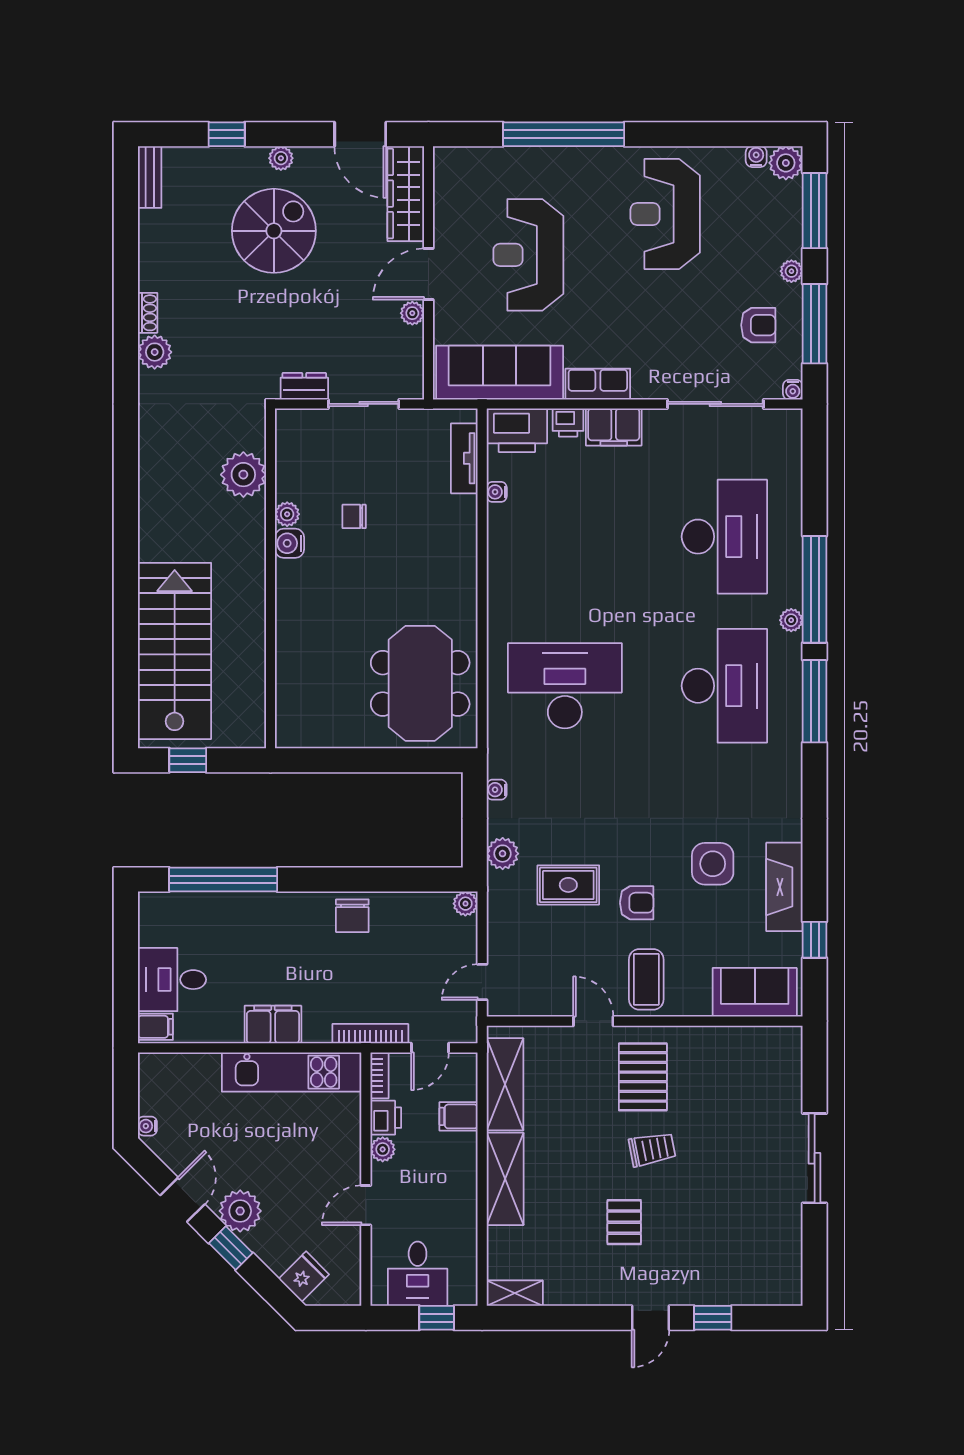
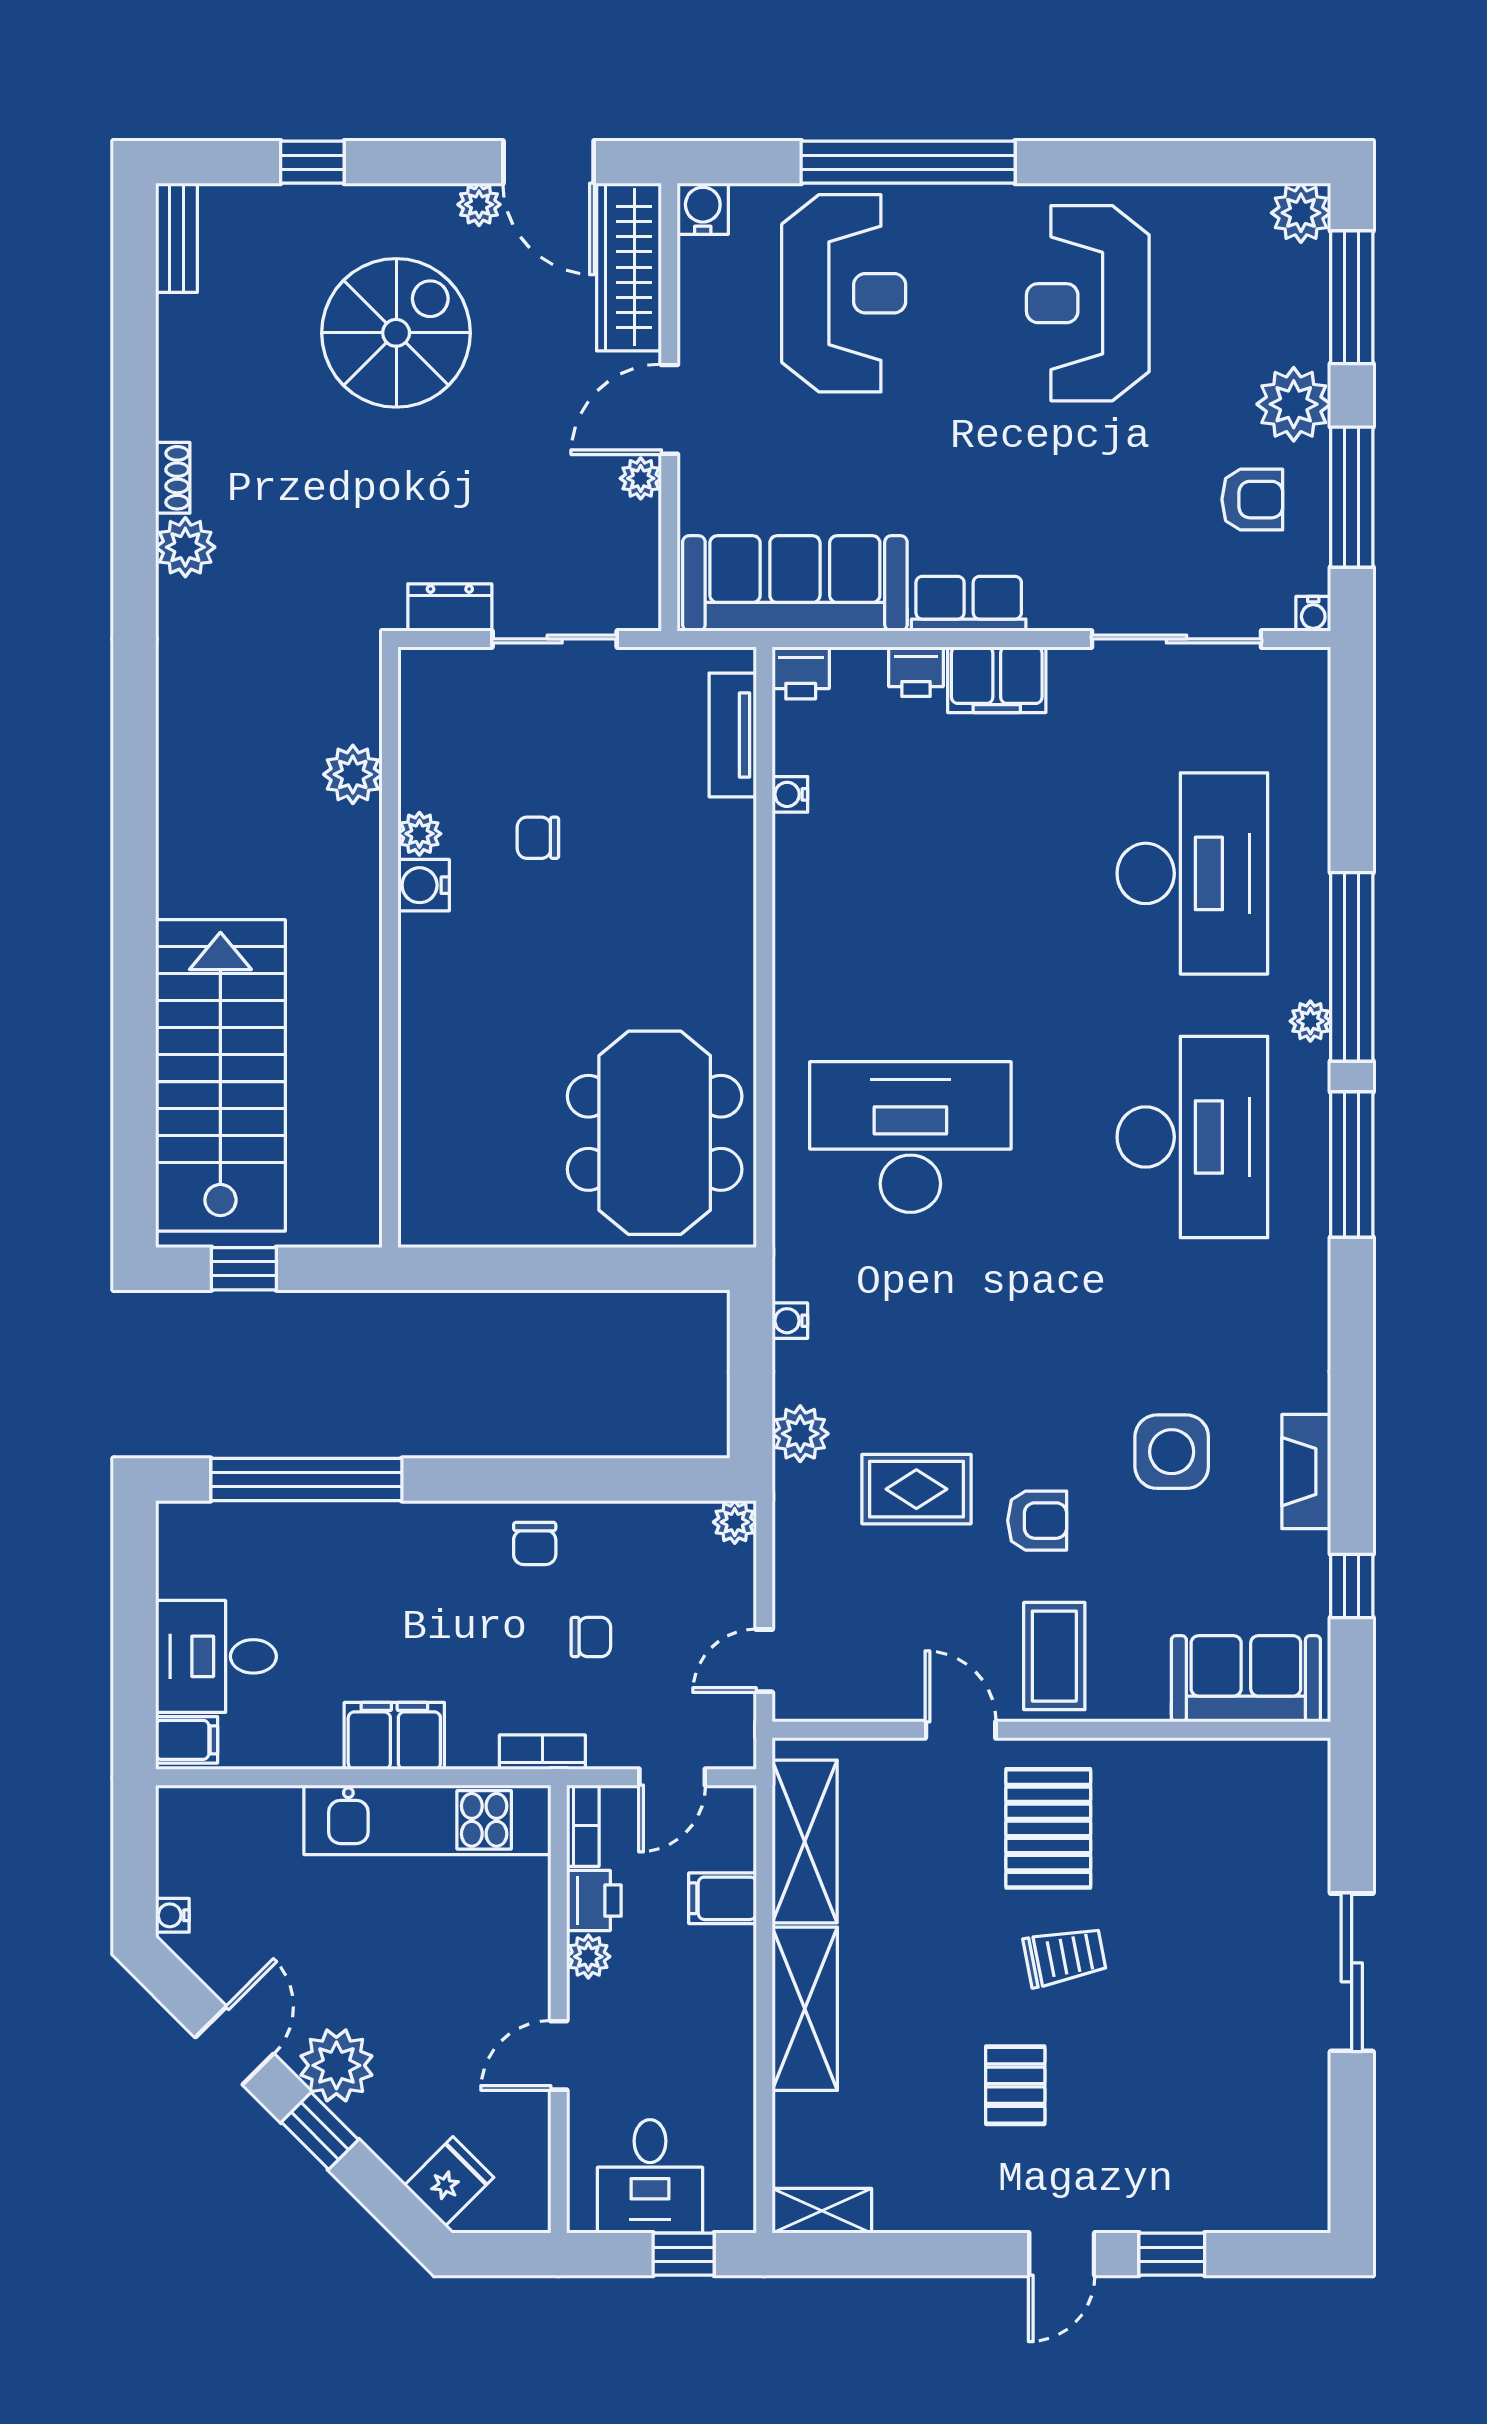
water cooler: (756, 157) -> (703, 209), moved, width x1.38, depth x1.38
plant: (281, 158) -> (479, 204), moved
reception desk: (528, 255) -> (844, 293), moved, turned 180
plant: (791, 271) -> (1294, 404), width x1.87, depth x1.87
printer: (517, 430) -> (801, 673), width x0.53, depth x0.68
plant: (243, 475) -> (353, 774), width x0.73, depth x0.73
fireplace: (784, 887) -> (1306, 1472), width x0.73, depth x0.76
chair: (352, 916) -> (535, 1543), width x0.73, depth x0.73
chair: (384, 969) -> (591, 1637), added
bookcase: (370, 1034) -> (542, 1752), width x0.64

